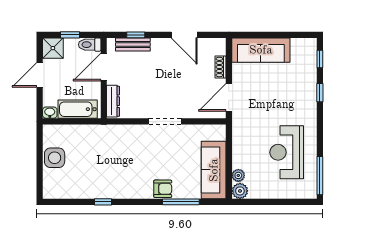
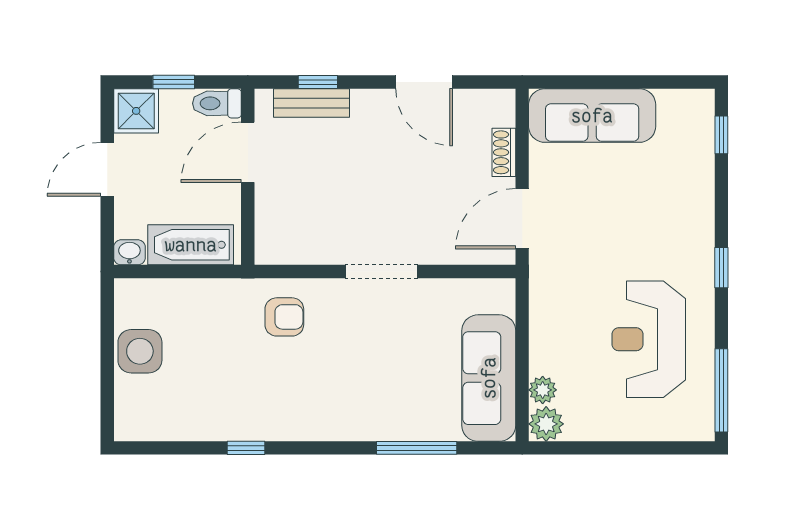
window: (320, 93) -> (721, 268), moved
dresser: (113, 101) -> (268, 227), removed
armchair: (163, 189) -> (284, 317), moved

